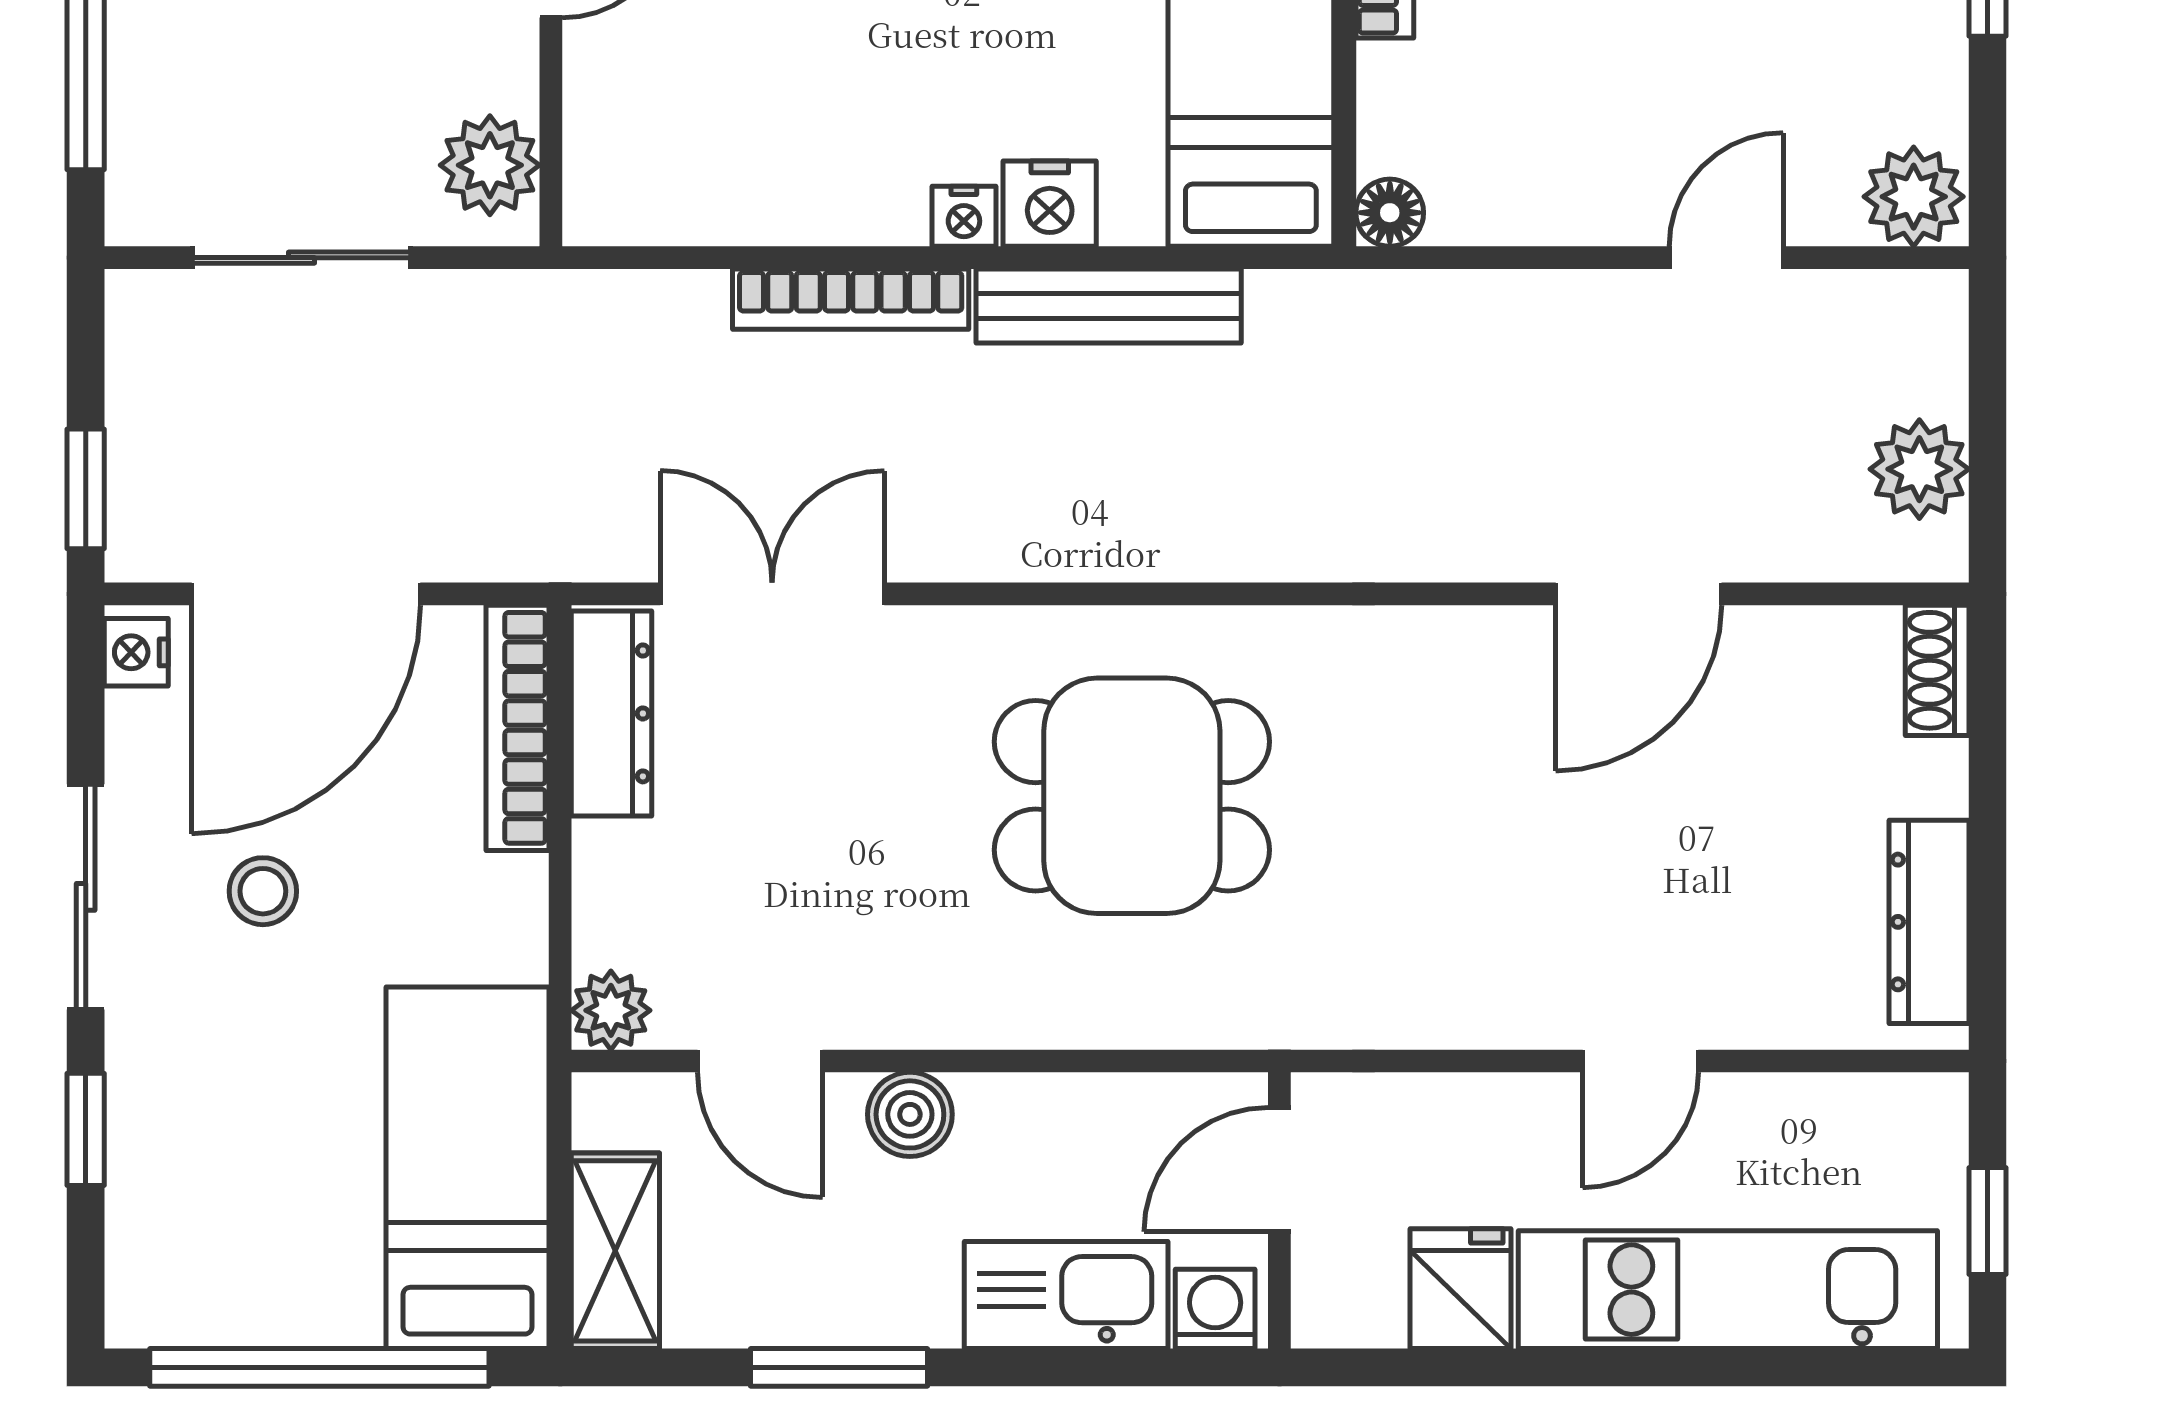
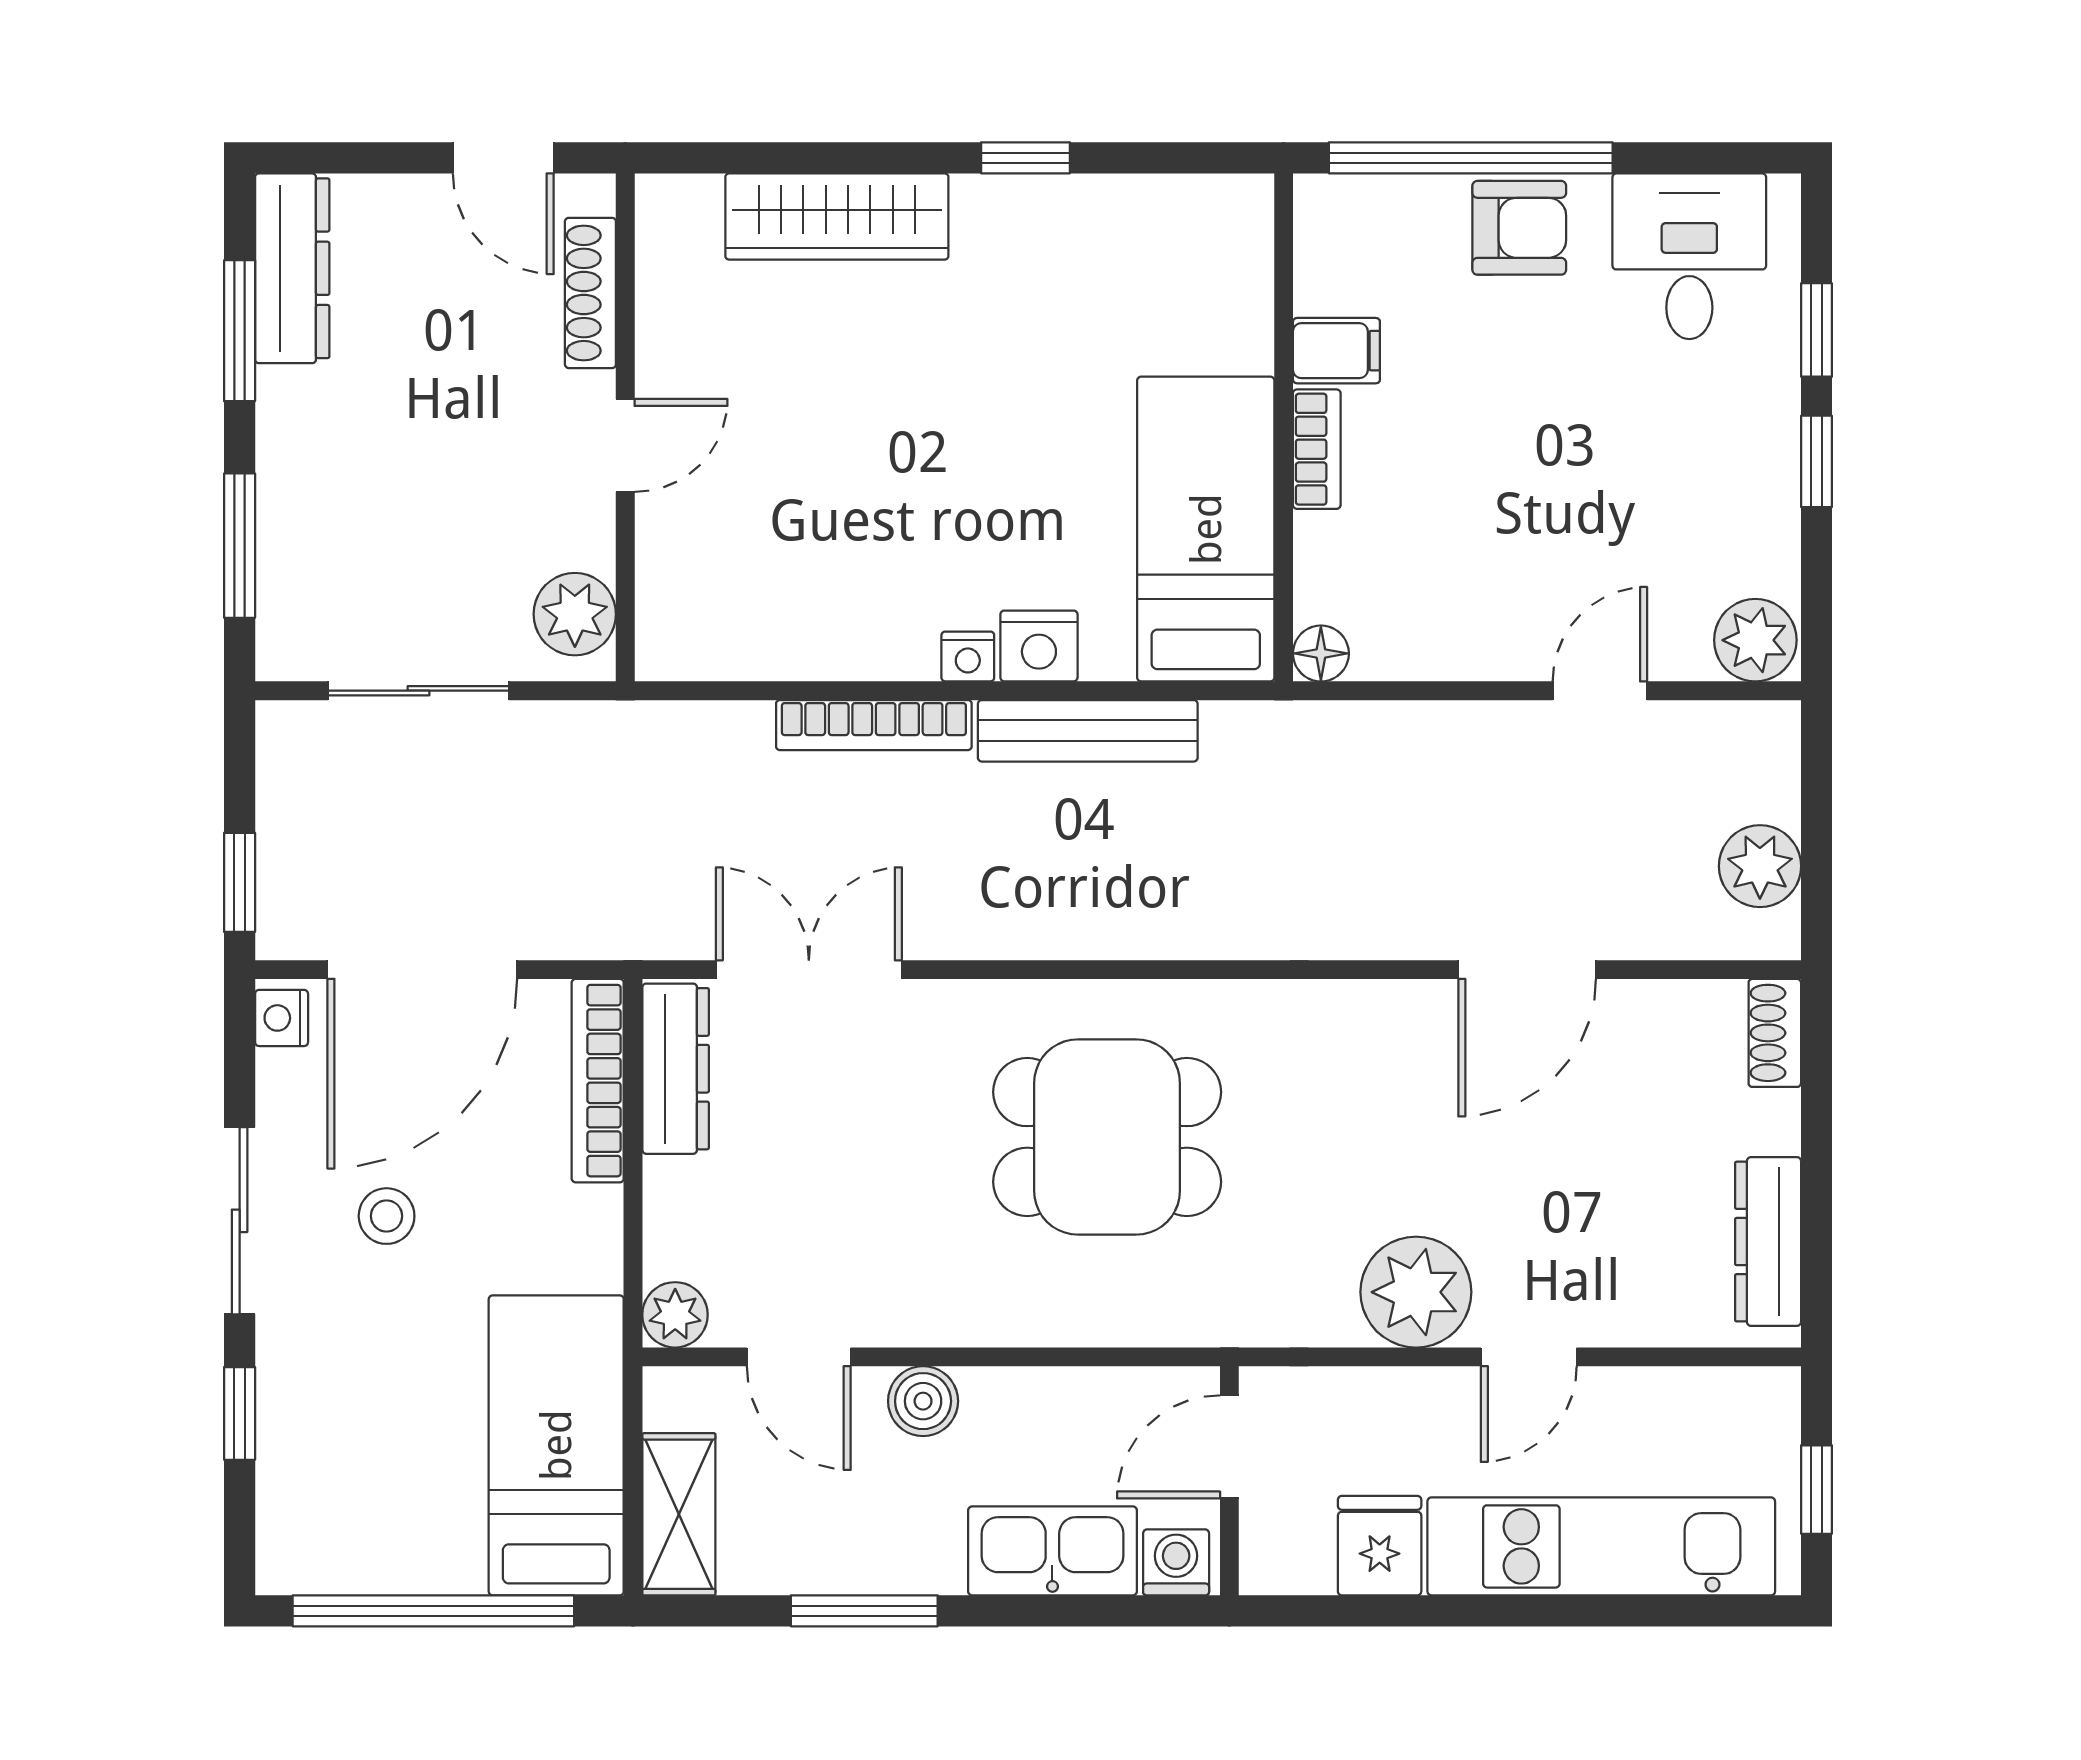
plant: (1504, 983) -> (1416, 1292), added

